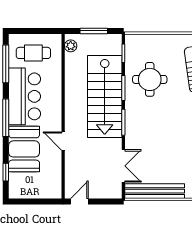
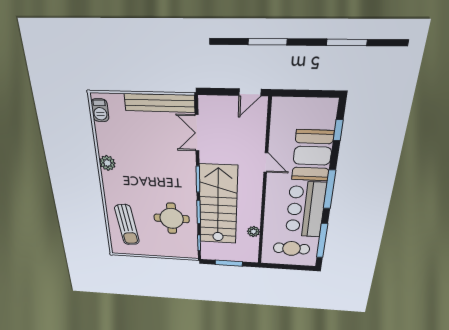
plant: (71, 46) -> (253, 232), moved

